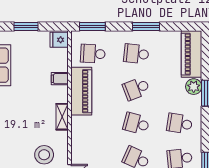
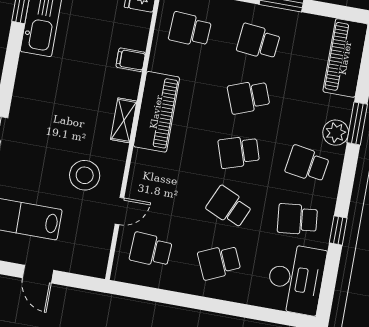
plant: (194, 87) -> (336, 133), moved
piano: (81, 91) -> (156, 112), moved
school desk: (136, 124) -> (239, 152), turned -33

